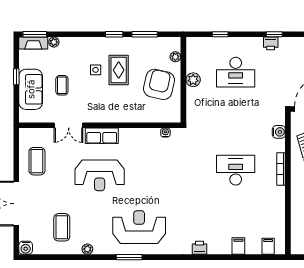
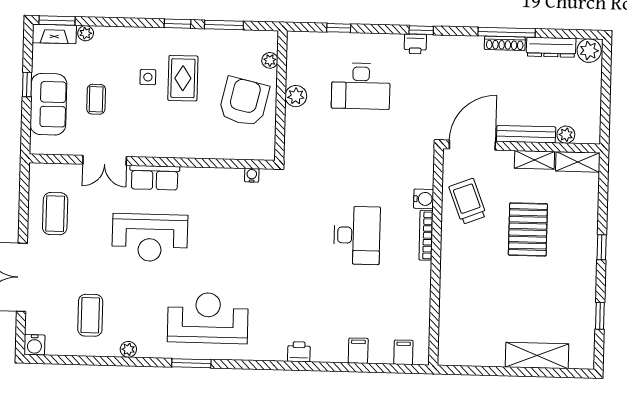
water cooler: (279, 132) -> (424, 199), moved
desk: (236, 170) -> (357, 235), turned 90

